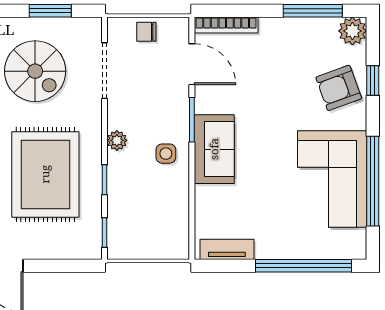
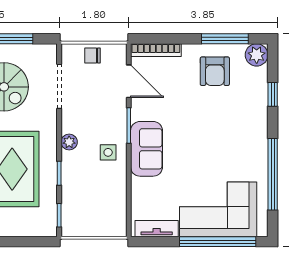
armchair: (339, 88) -> (215, 71), moved, turned -70
corner sofa: (332, 179) -> (218, 209), moved, turned 90

